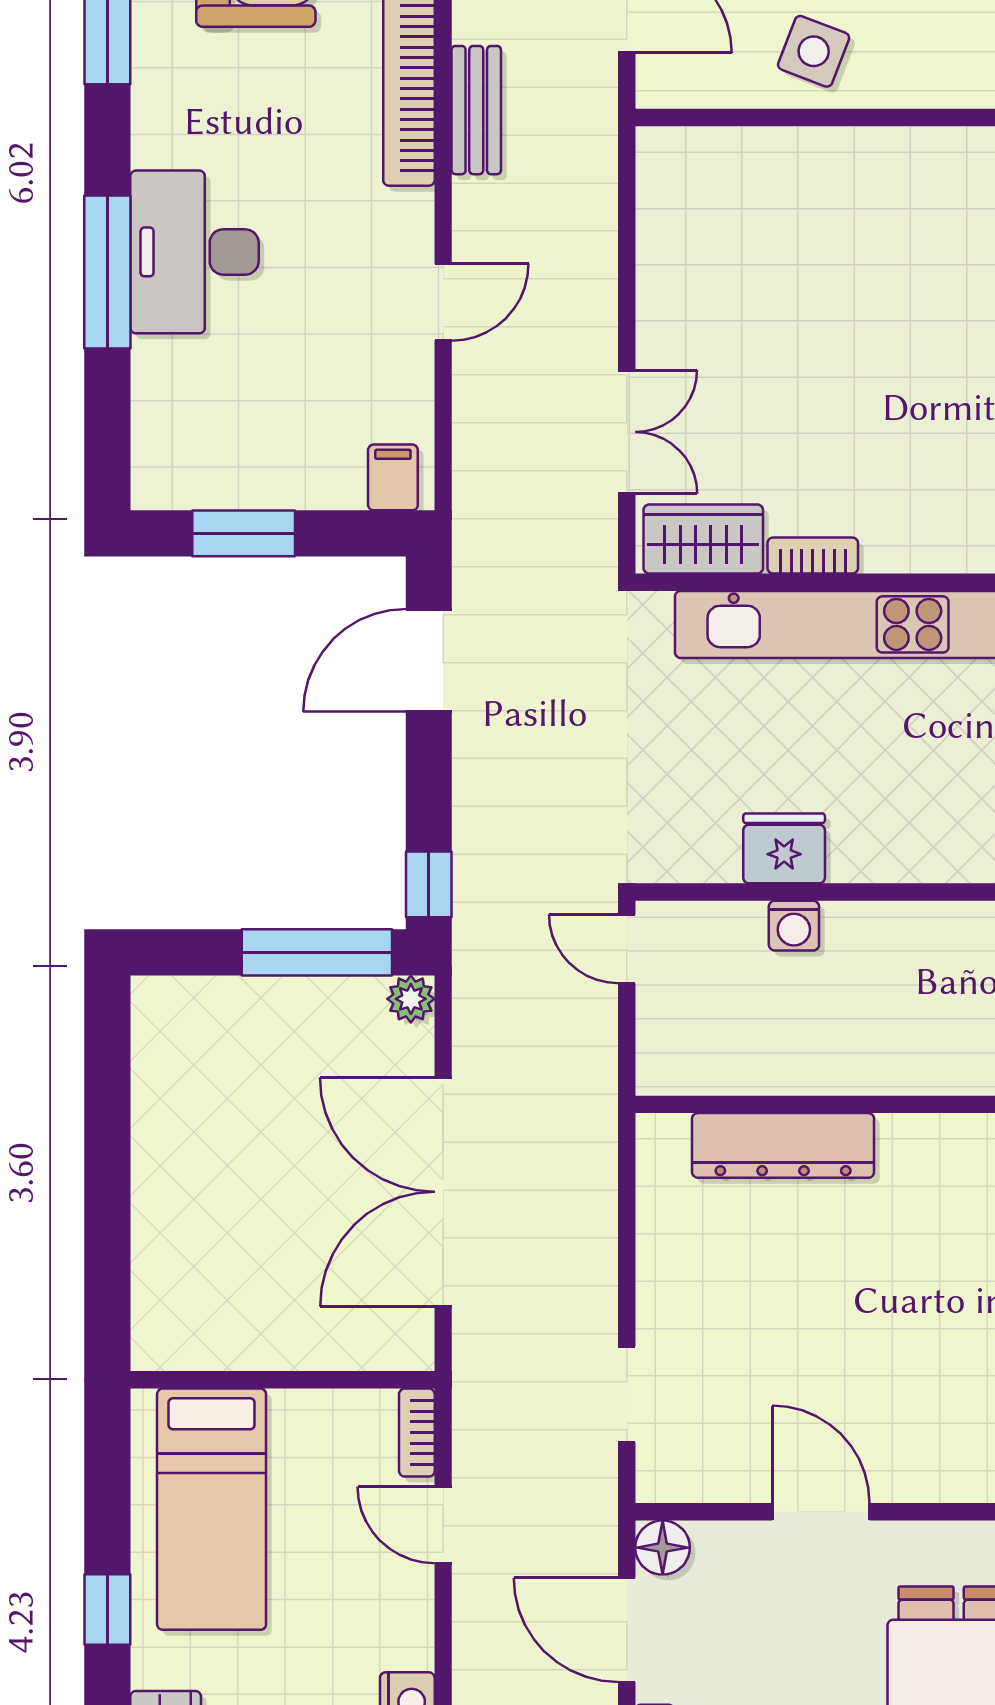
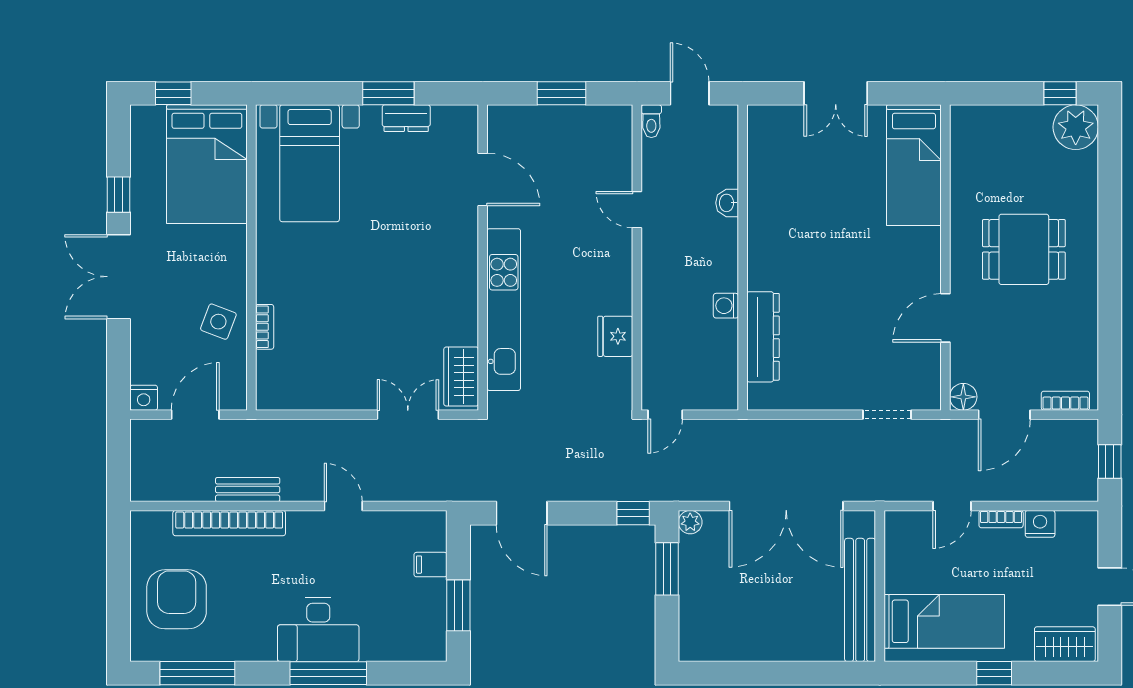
filing cabinet: (393, 477) -> (431, 565), moved
bookcase: (813, 556) -> (265, 327), moved, turned 180
washing machine: (794, 926) -> (726, 306), moved, turned 180
window: (317, 952) -> (667, 569), width x0.69
bench: (254, 1340) -> (860, 600), added
bookcase: (417, 1433) -> (1001, 519), moved

